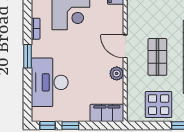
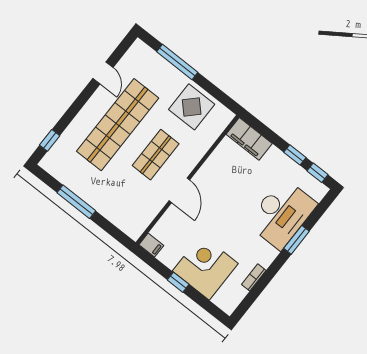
window: (28, 56) -> (297, 240), moved
plant: (117, 73) -> (209, 170), removed

